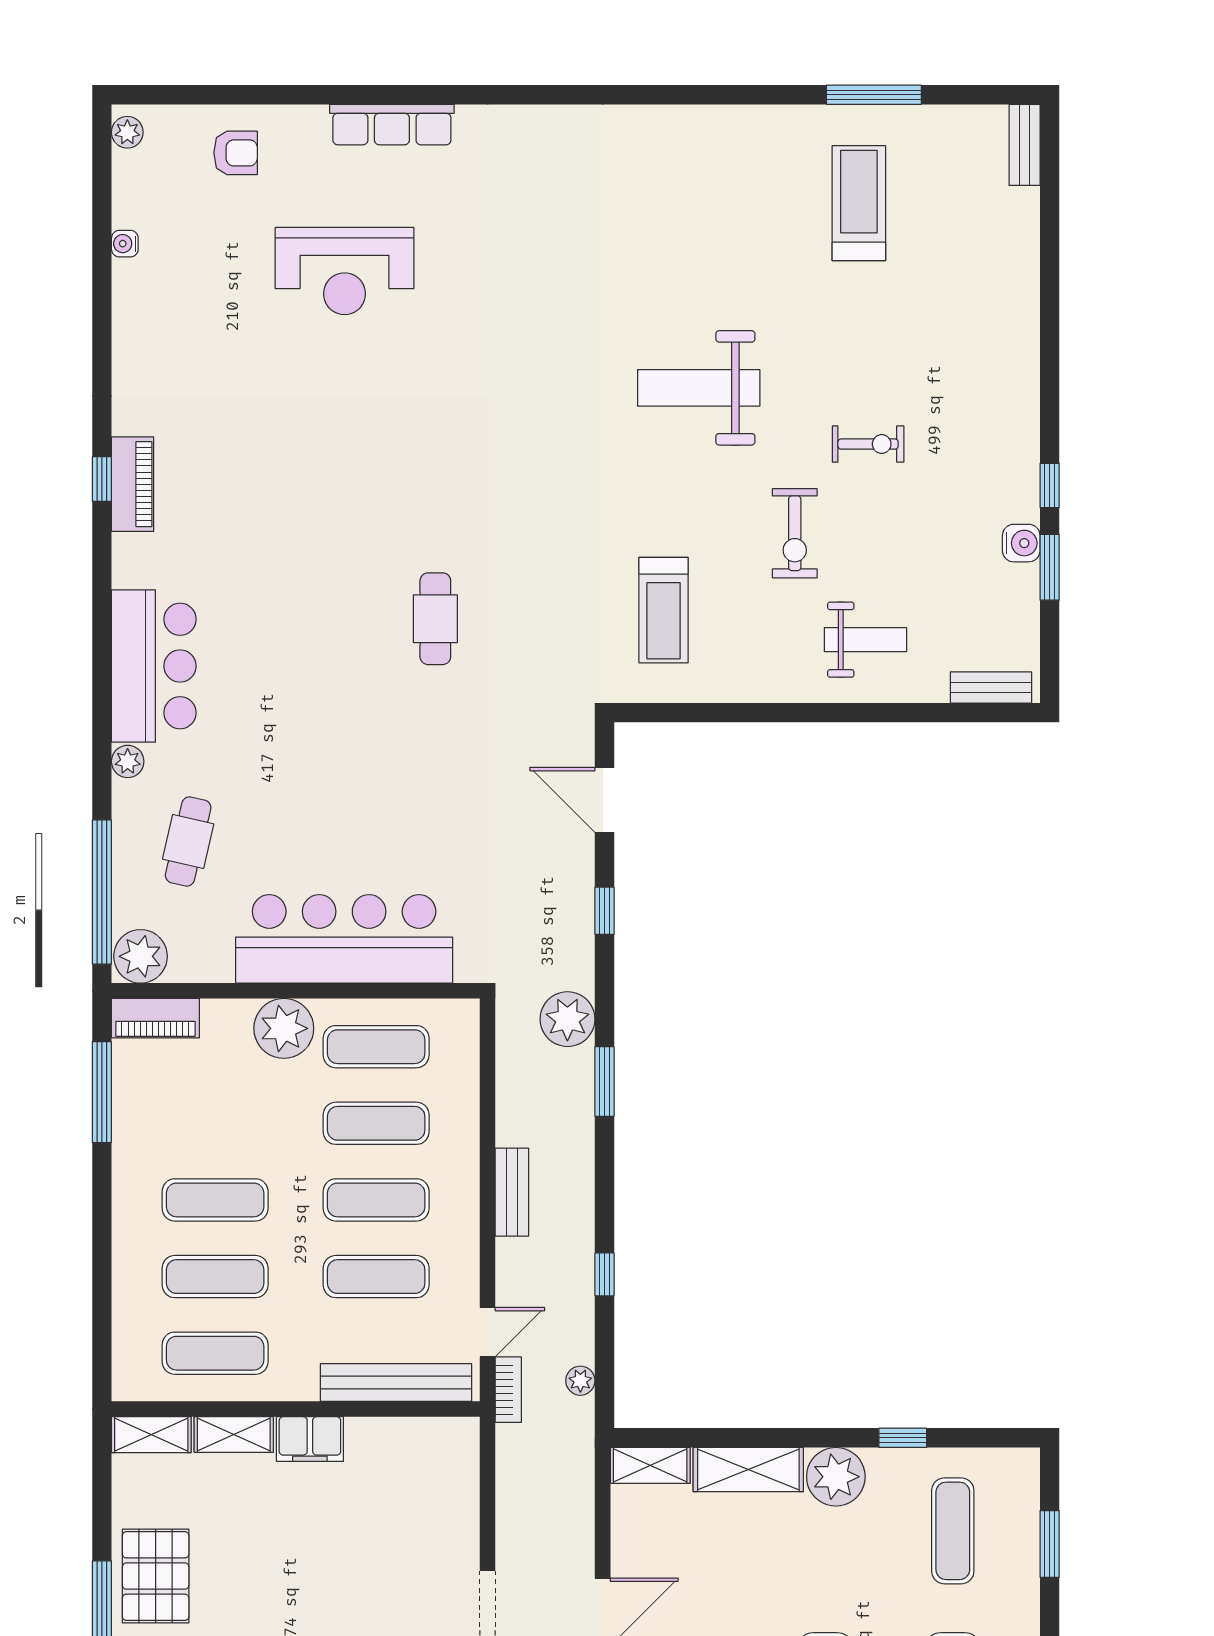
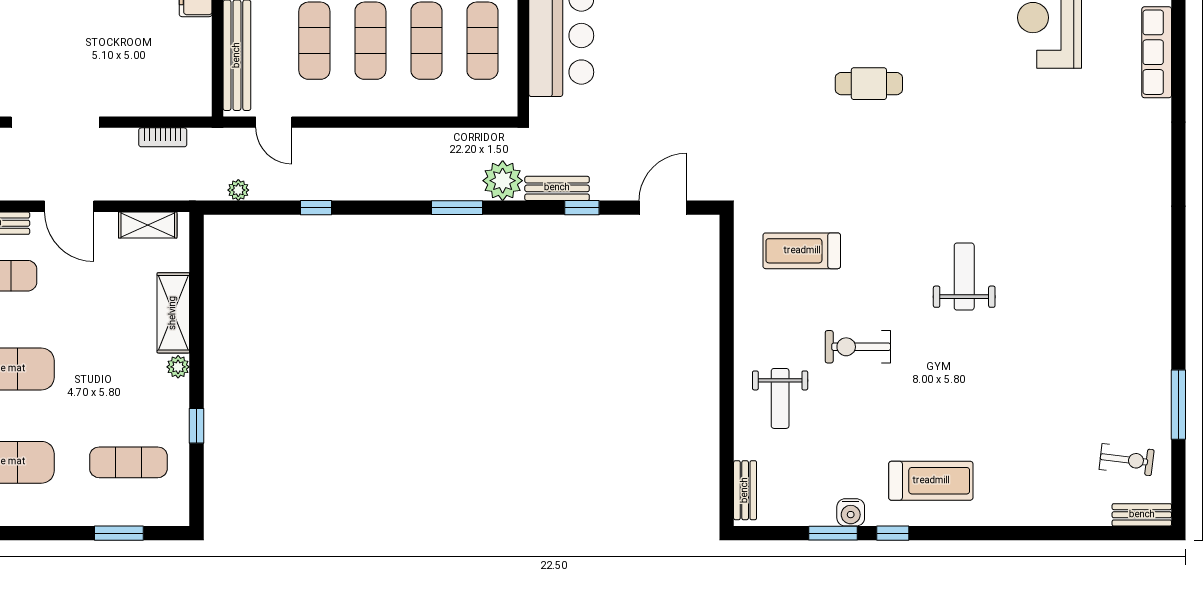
treadmill: (859, 203) -> (931, 481), moved
weight bench: (699, 388) -> (964, 277), width x0.73, depth x0.75
exercise bike: (868, 444) -> (1127, 460), moved, turned -83
cafe table: (435, 619) -> (869, 84), moved
bench: (512, 1192) -> (557, 188), moved
bookcase: (508, 1390) -> (163, 137), moved
shelving: (650, 1465) -> (148, 225), moved, turned 90
plant: (836, 1477) -> (178, 367), width x0.53, depth x0.53

